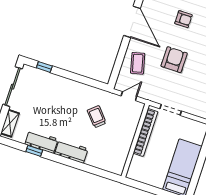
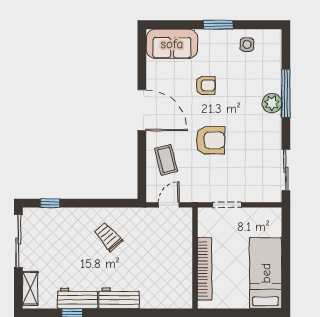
armchair: (174, 60) -> (210, 140), turned 90
trolley: (97, 117) -> (108, 237), moved
bookcase: (146, 132) -> (205, 269), moved

